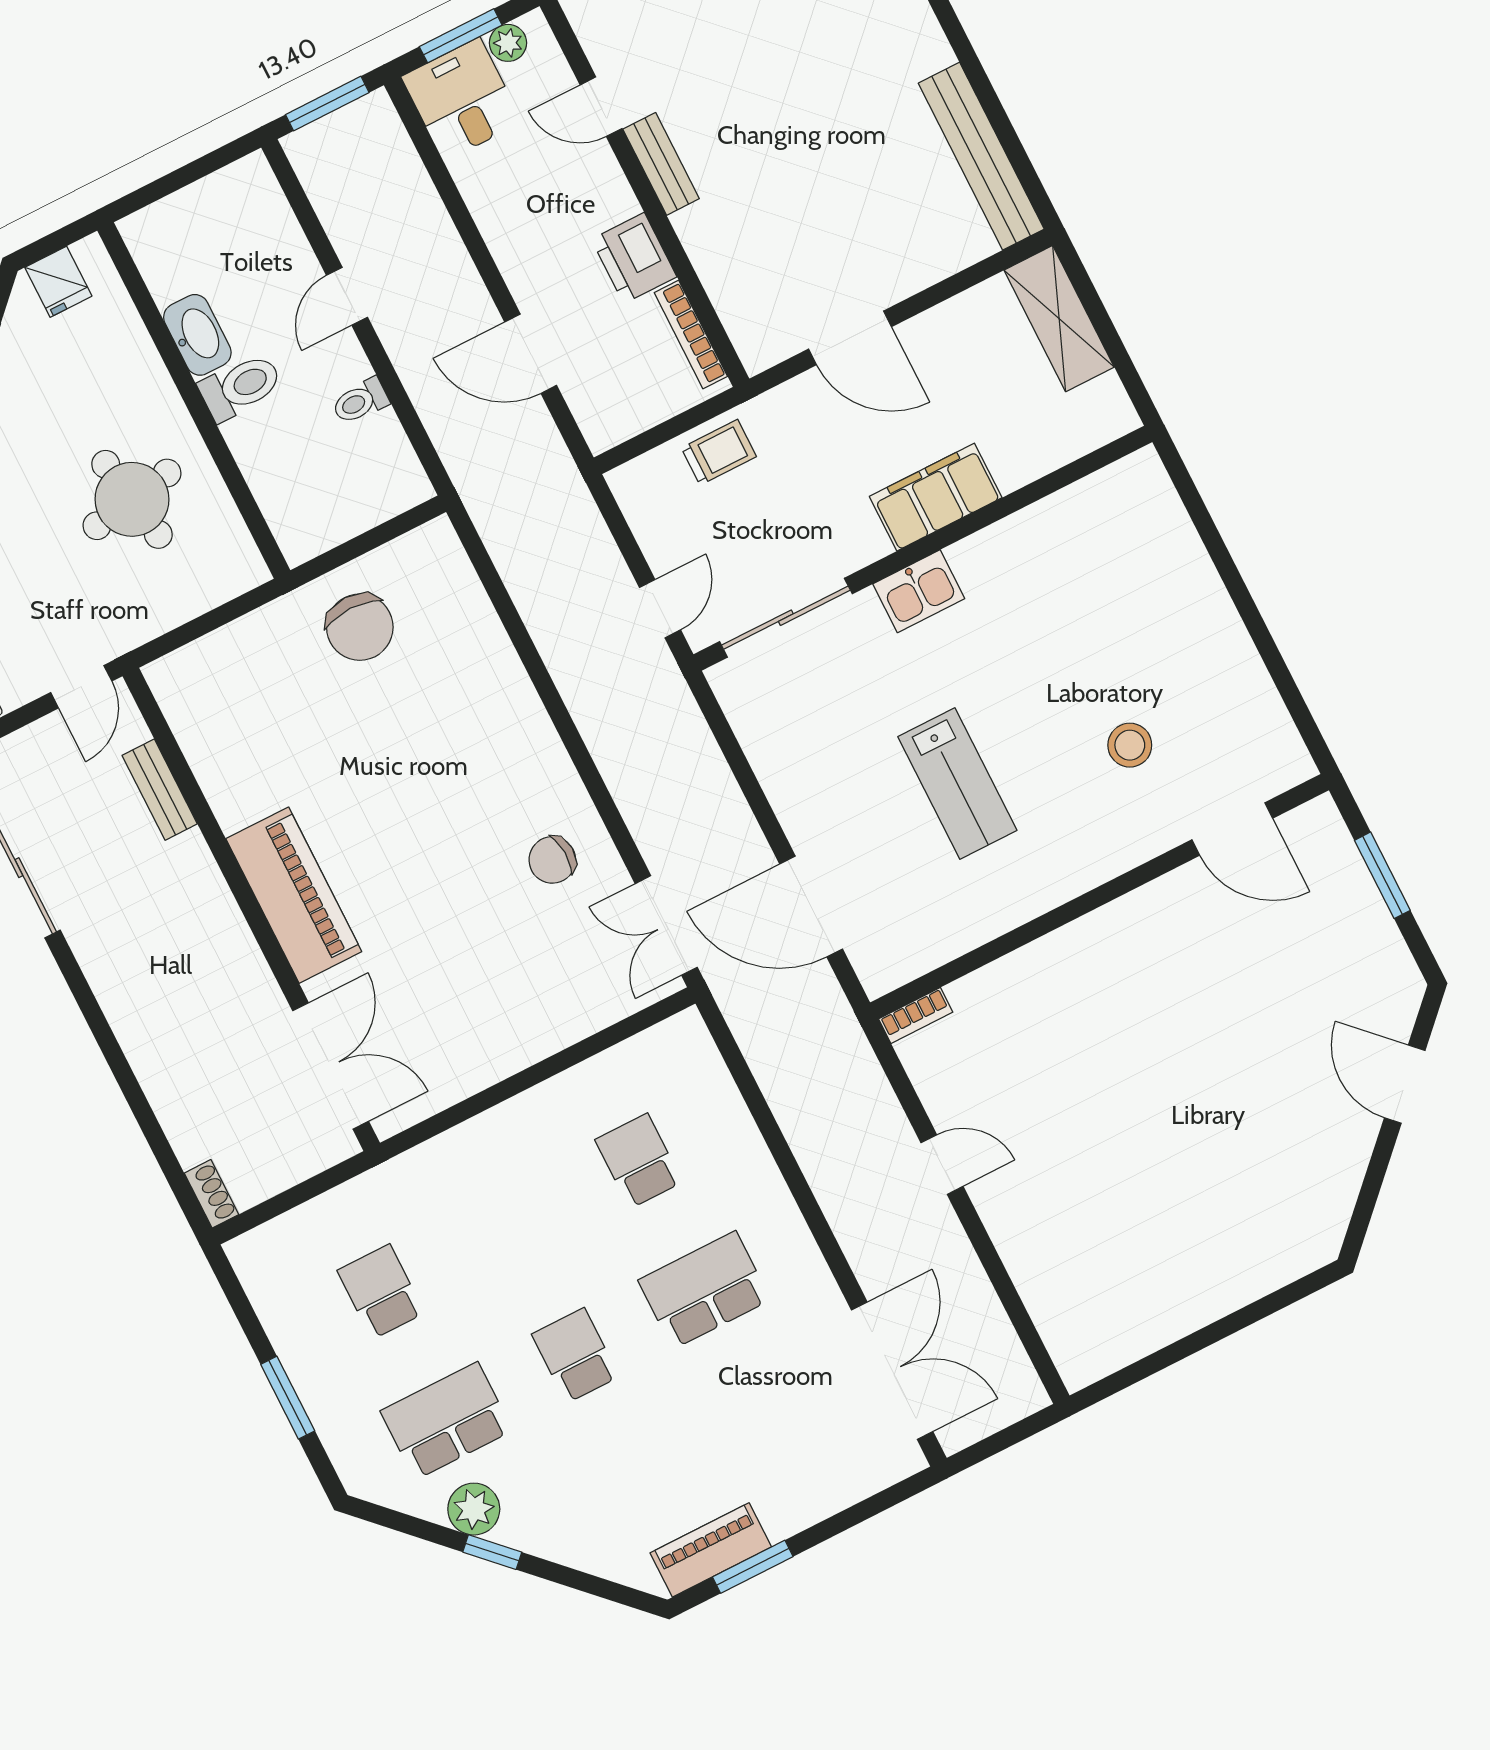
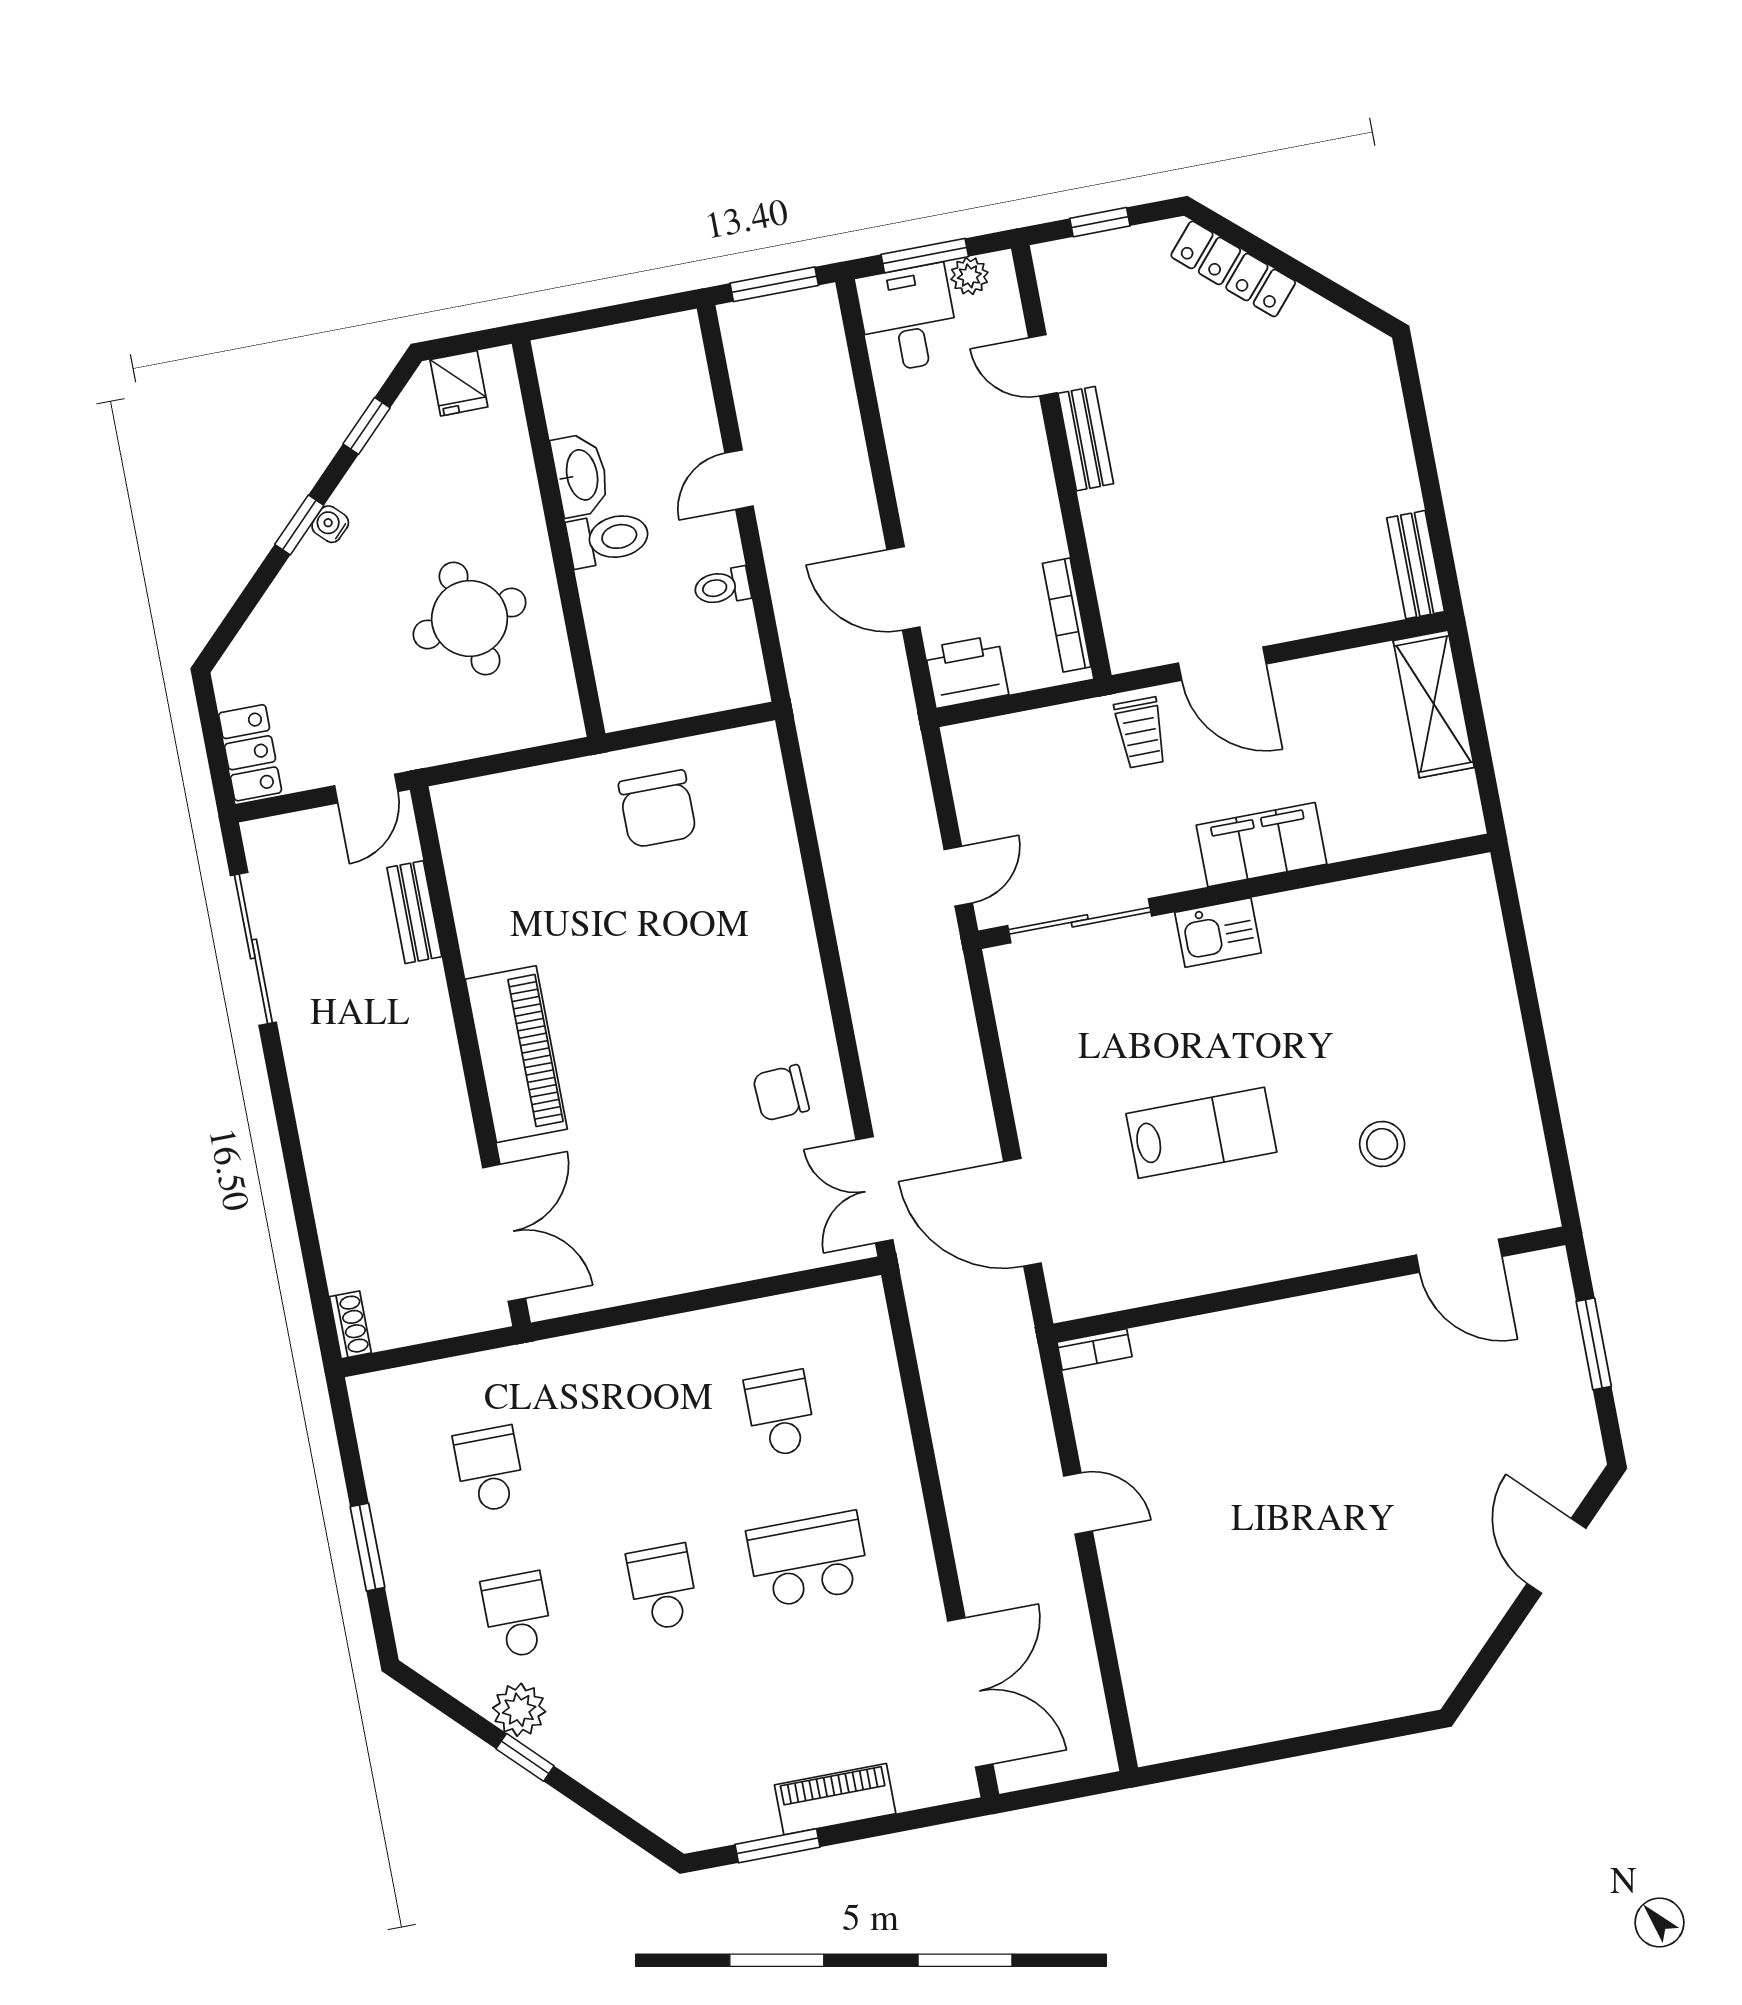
bench: (981, 156) -> (1416, 565), width x0.54, depth x0.82
printer: (634, 258) -> (967, 672), moved, turned 90
trolley: (719, 452) -> (1141, 733), moved, turned 90
lab bench: (957, 784) -> (1201, 1133), turned -90
school desk: (446, 1421) -> (517, 1615), width x0.54
piano: (711, 1550) -> (835, 1799), moved

